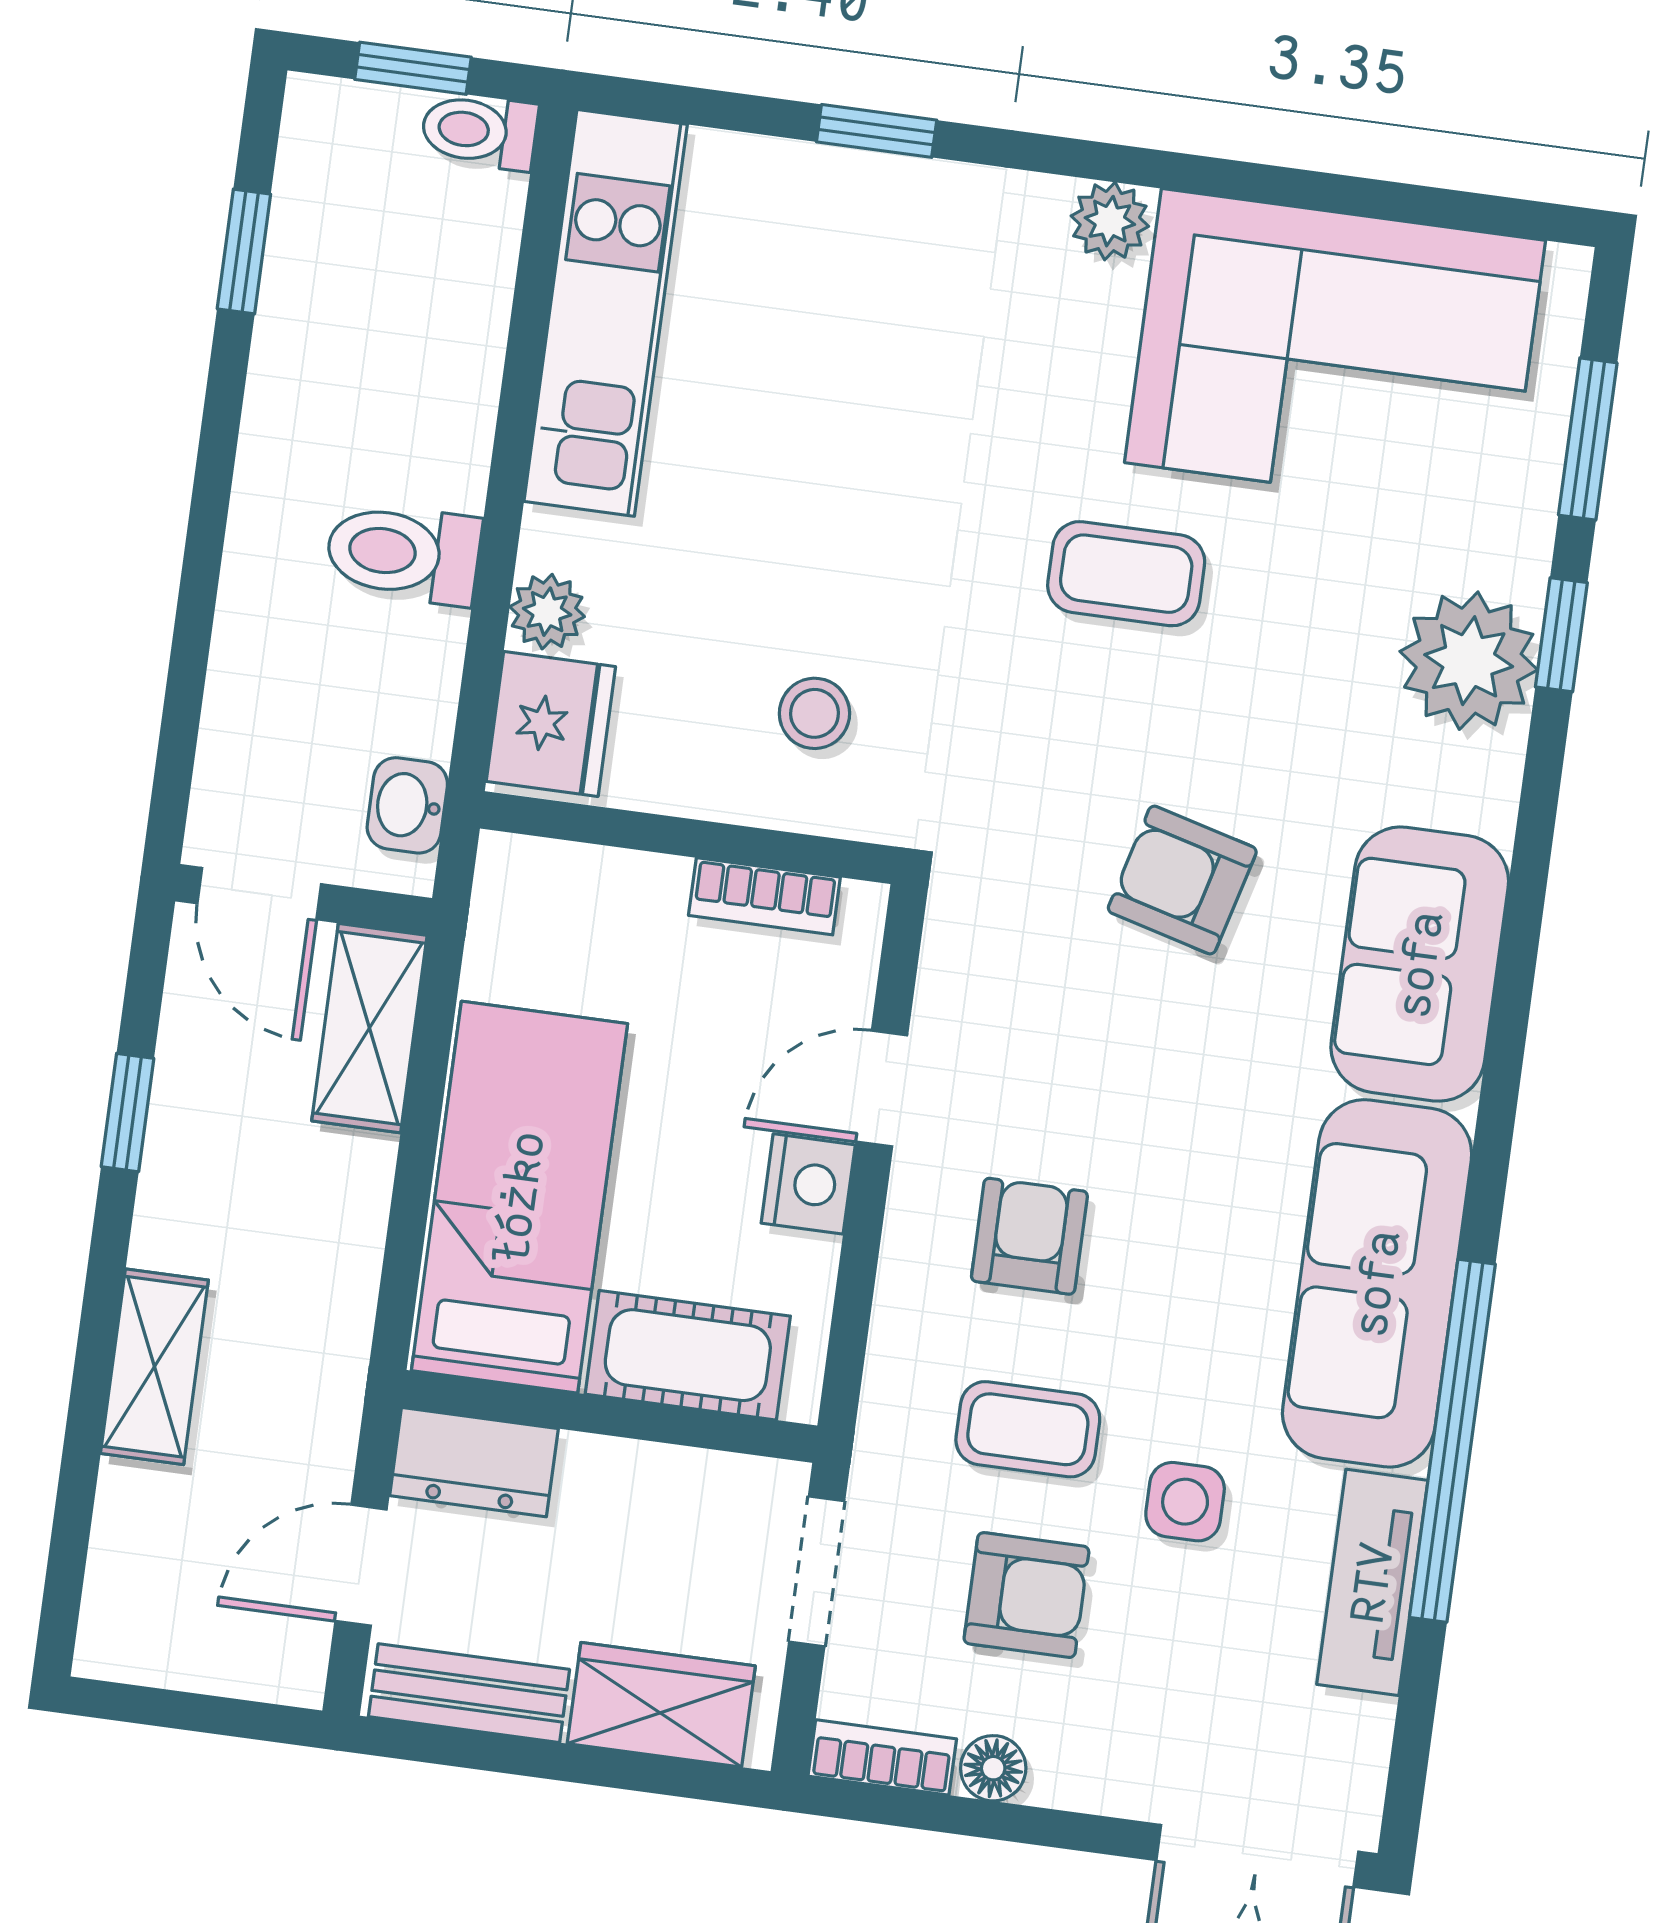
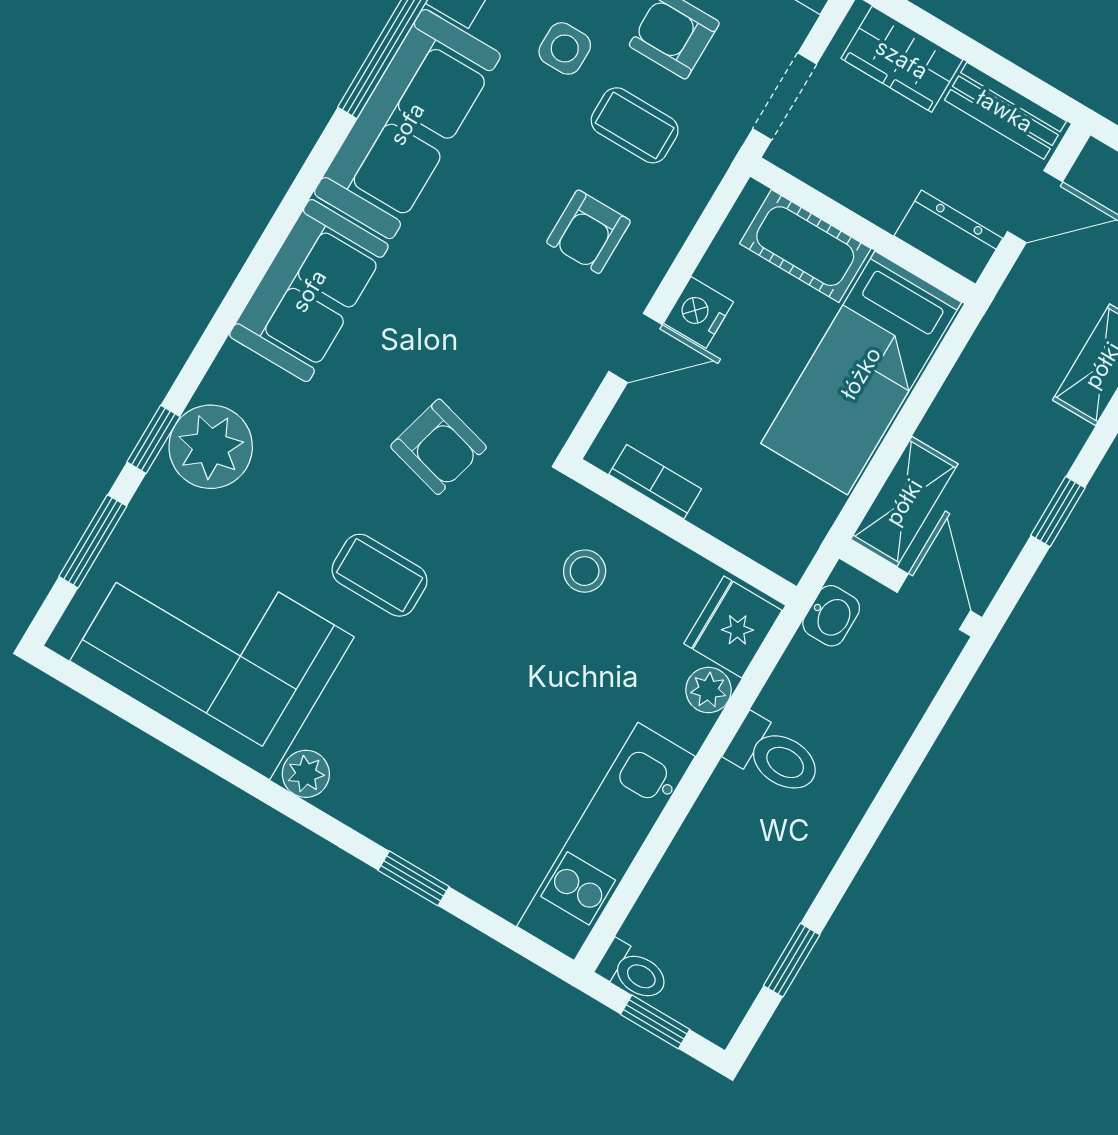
armchair: (1182, 880) -> (438, 447), moved

